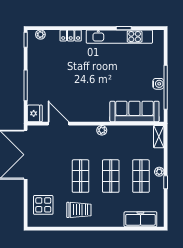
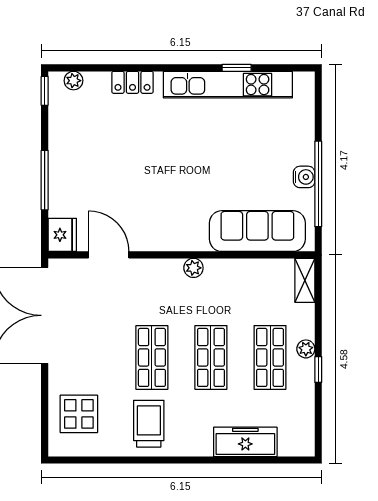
trolley: (79, 210) -> (149, 424), turned -90
freezer: (140, 219) -> (245, 442), moved

